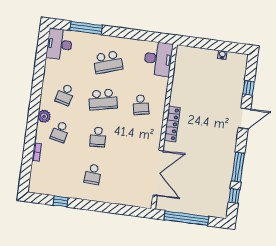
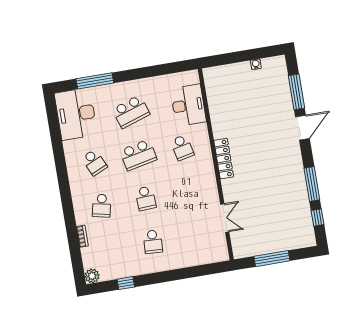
desk: (59, 44) -> (76, 114), width x1.36, depth x1.30
desk: (158, 59) -> (188, 105), moved
window: (249, 88) -> (296, 92), width x2.17
school desk: (65, 94) -> (94, 162), turned -39
plant: (44, 116) -> (92, 276), moved
double door: (158, 173) -> (225, 218), width x0.54
window: (186, 218) -> (272, 259), width x0.68

